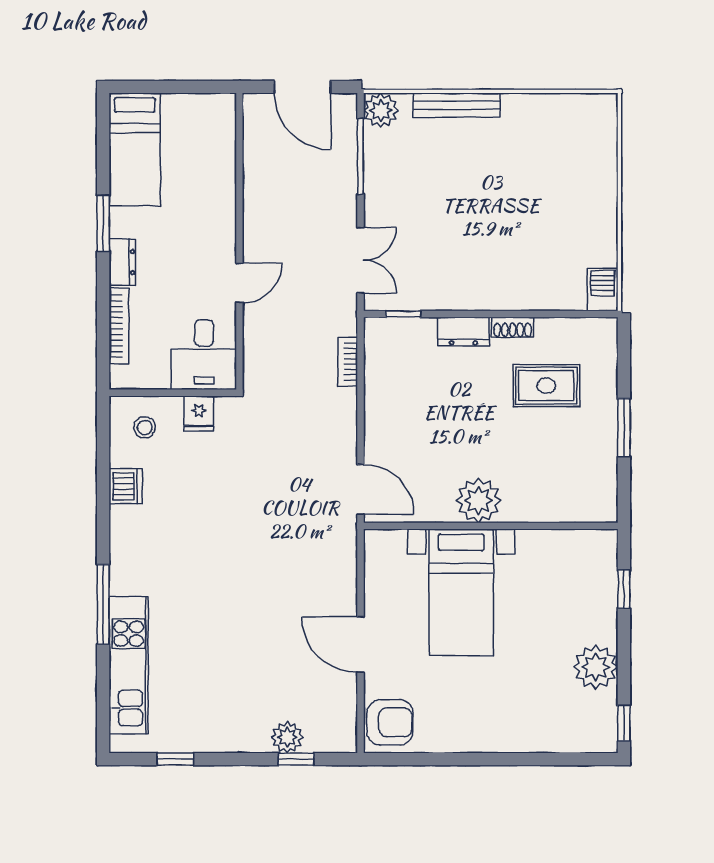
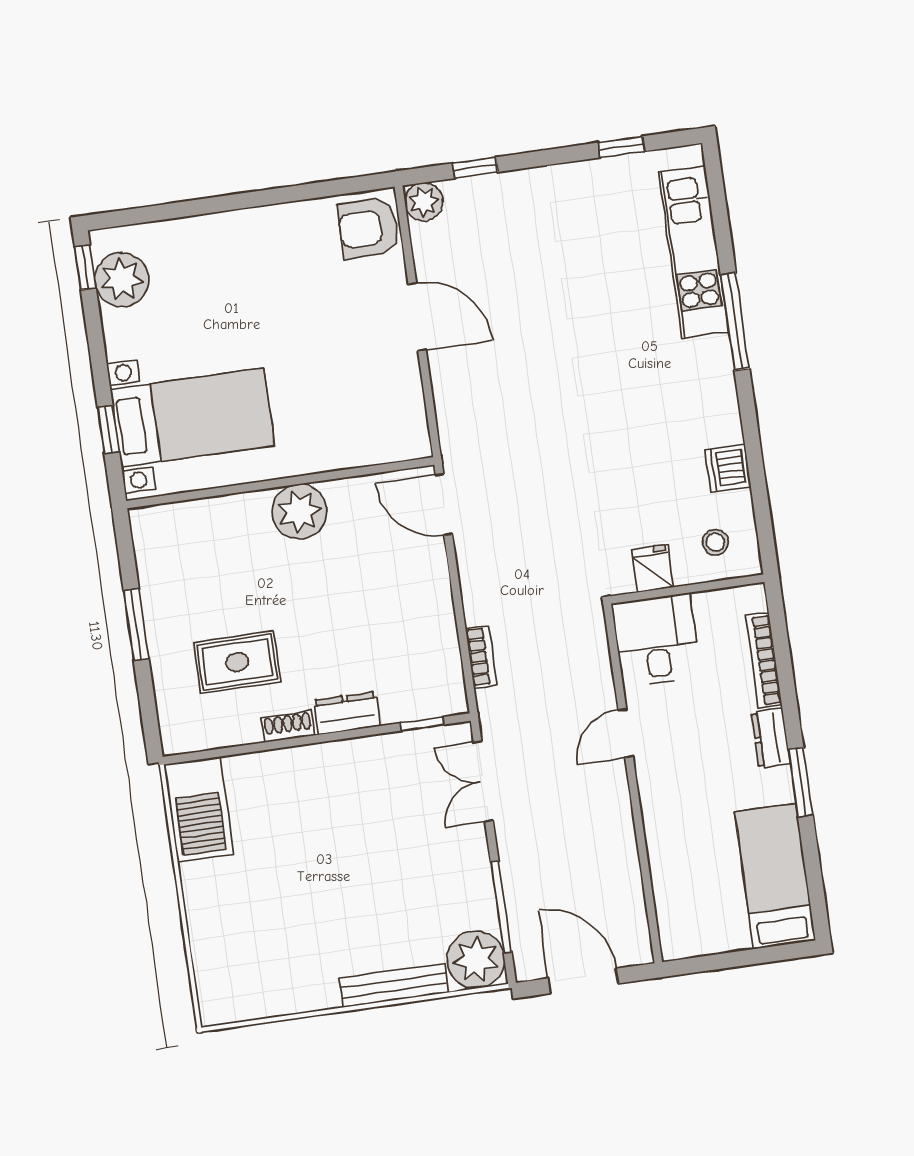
plant: (381, 110) -> (476, 960), width x1.36, depth x1.36
barbecue: (603, 290) -> (199, 809), width x1.88, depth x1.53
bed with nightstands: (461, 592) -> (192, 418), moved, turned 90
plant: (596, 667) -> (122, 280), moved
plant: (287, 737) -> (424, 202), moved

